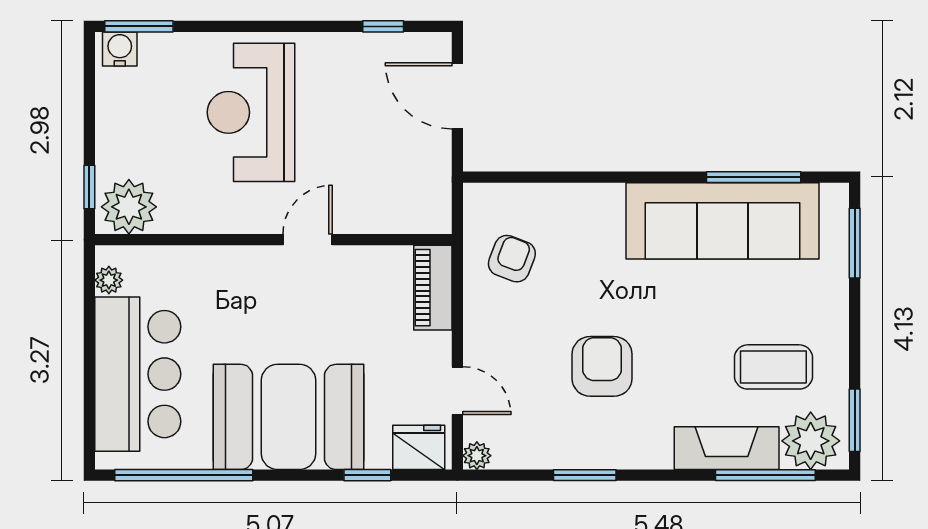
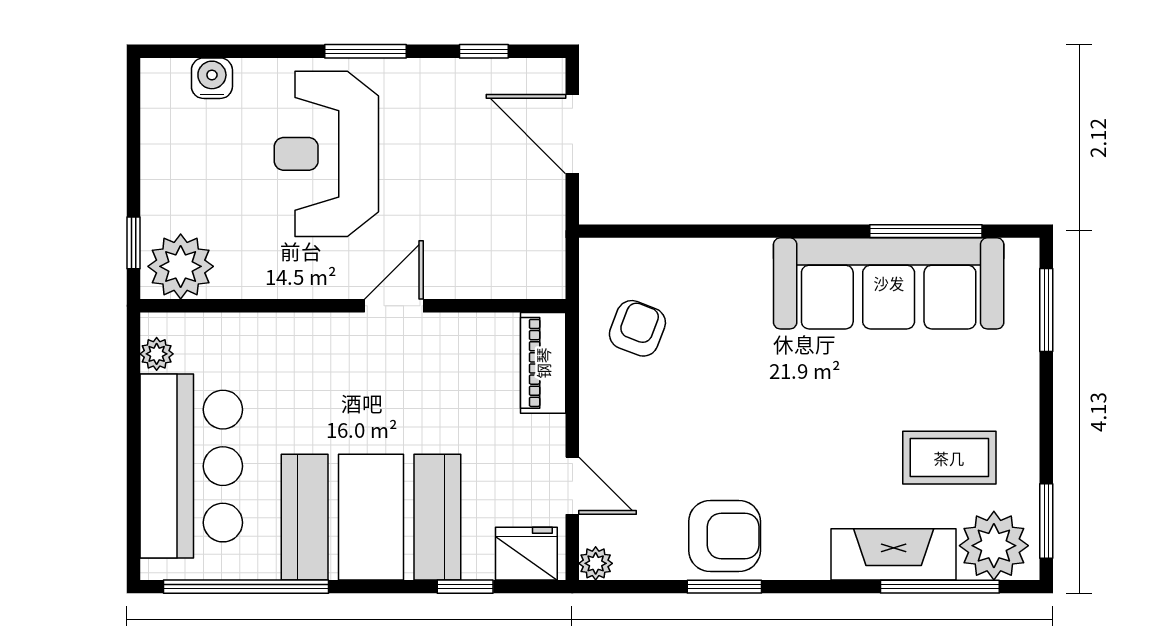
window: (139, 26) -> (366, 51), moved
water cooler: (120, 49) -> (212, 78), moved
armchair: (602, 366) -> (725, 536), moved, turned 90

